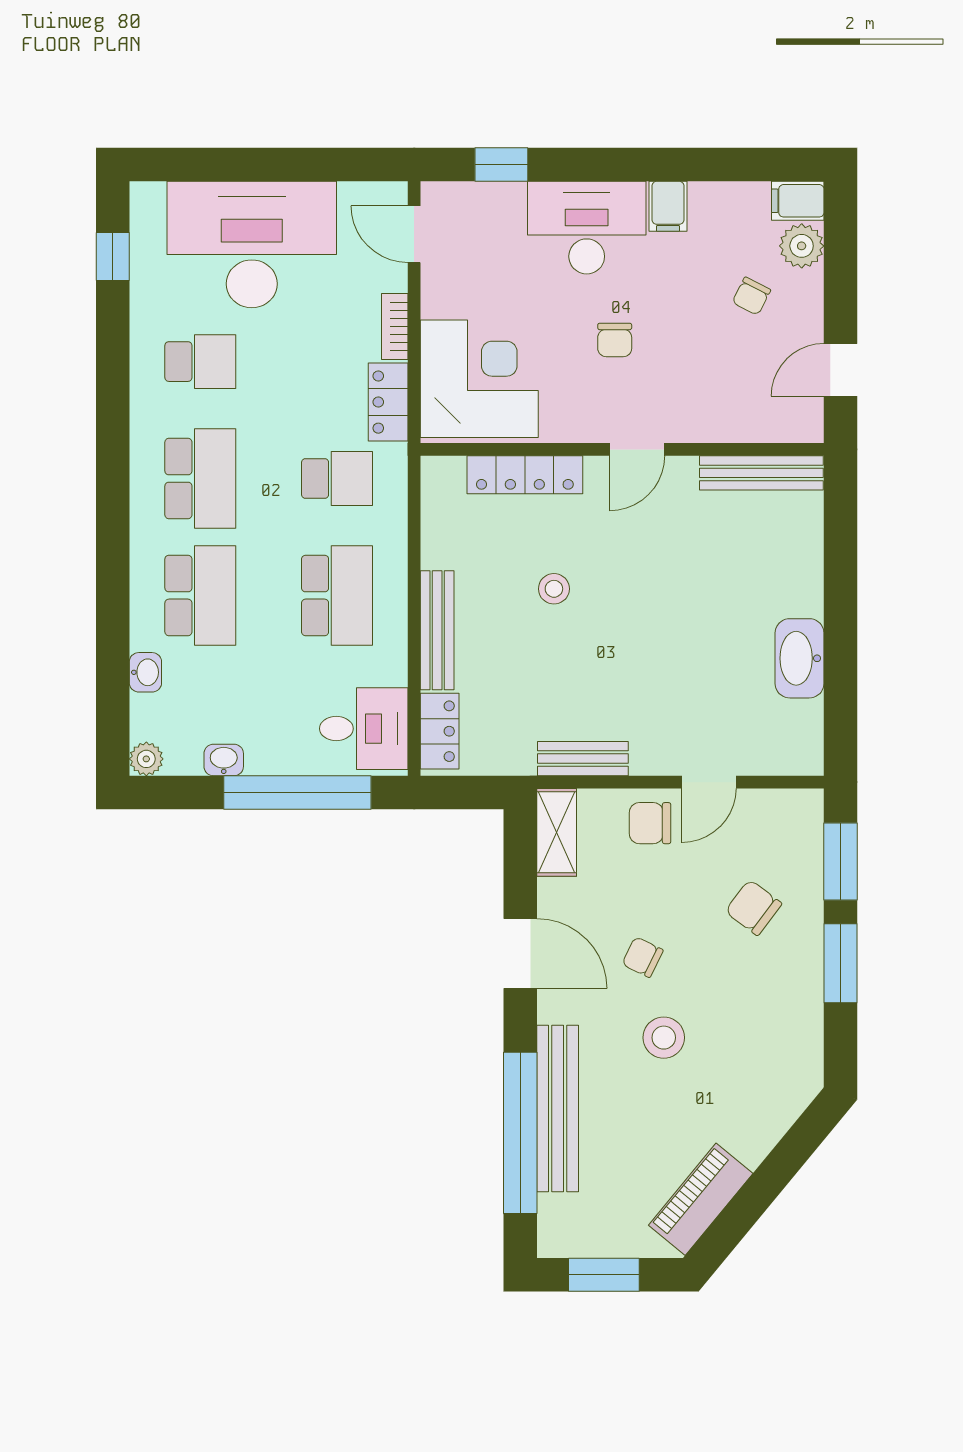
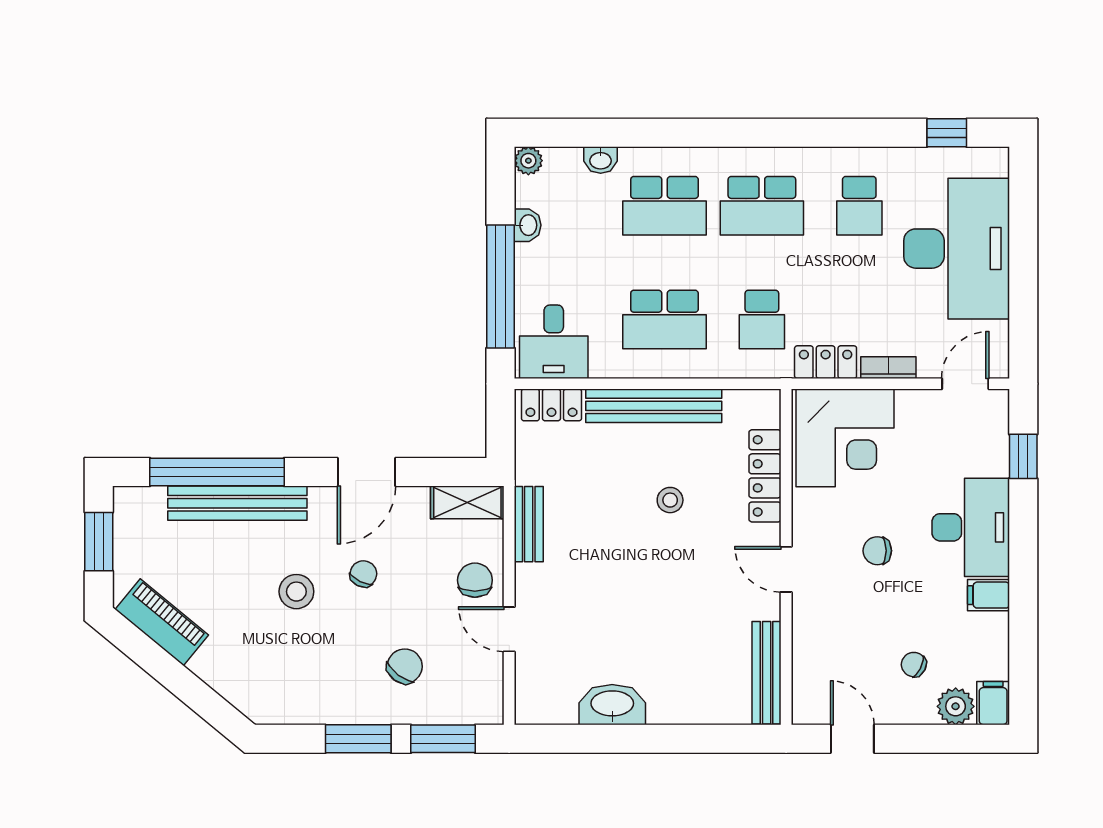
bench: (437, 630) -> (654, 406), width x1.37, depth x1.21

